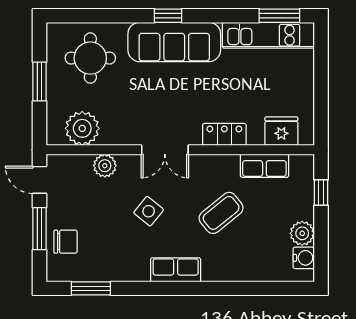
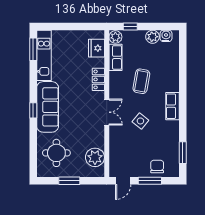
plant: (105, 166) -> (115, 37), moved
coffee table: (221, 213) -> (141, 81), turned 49

